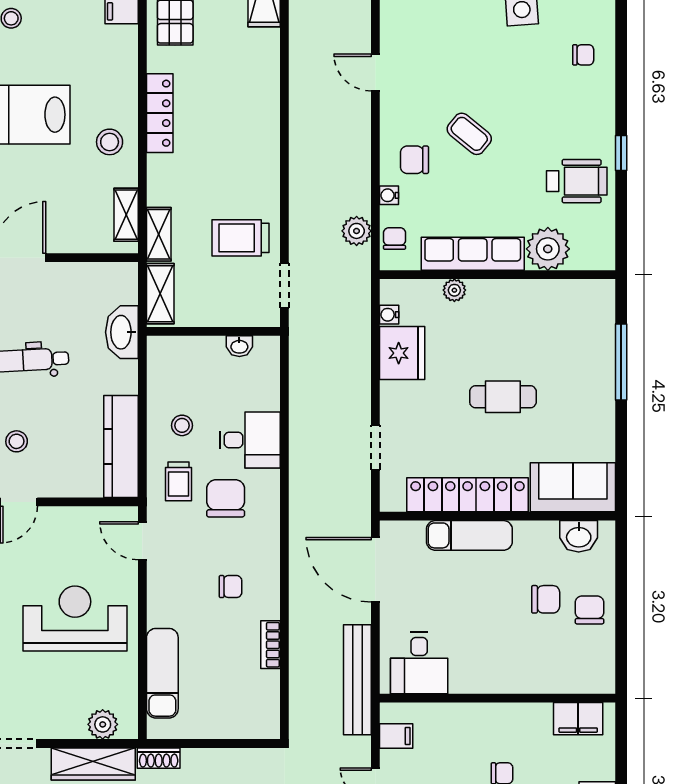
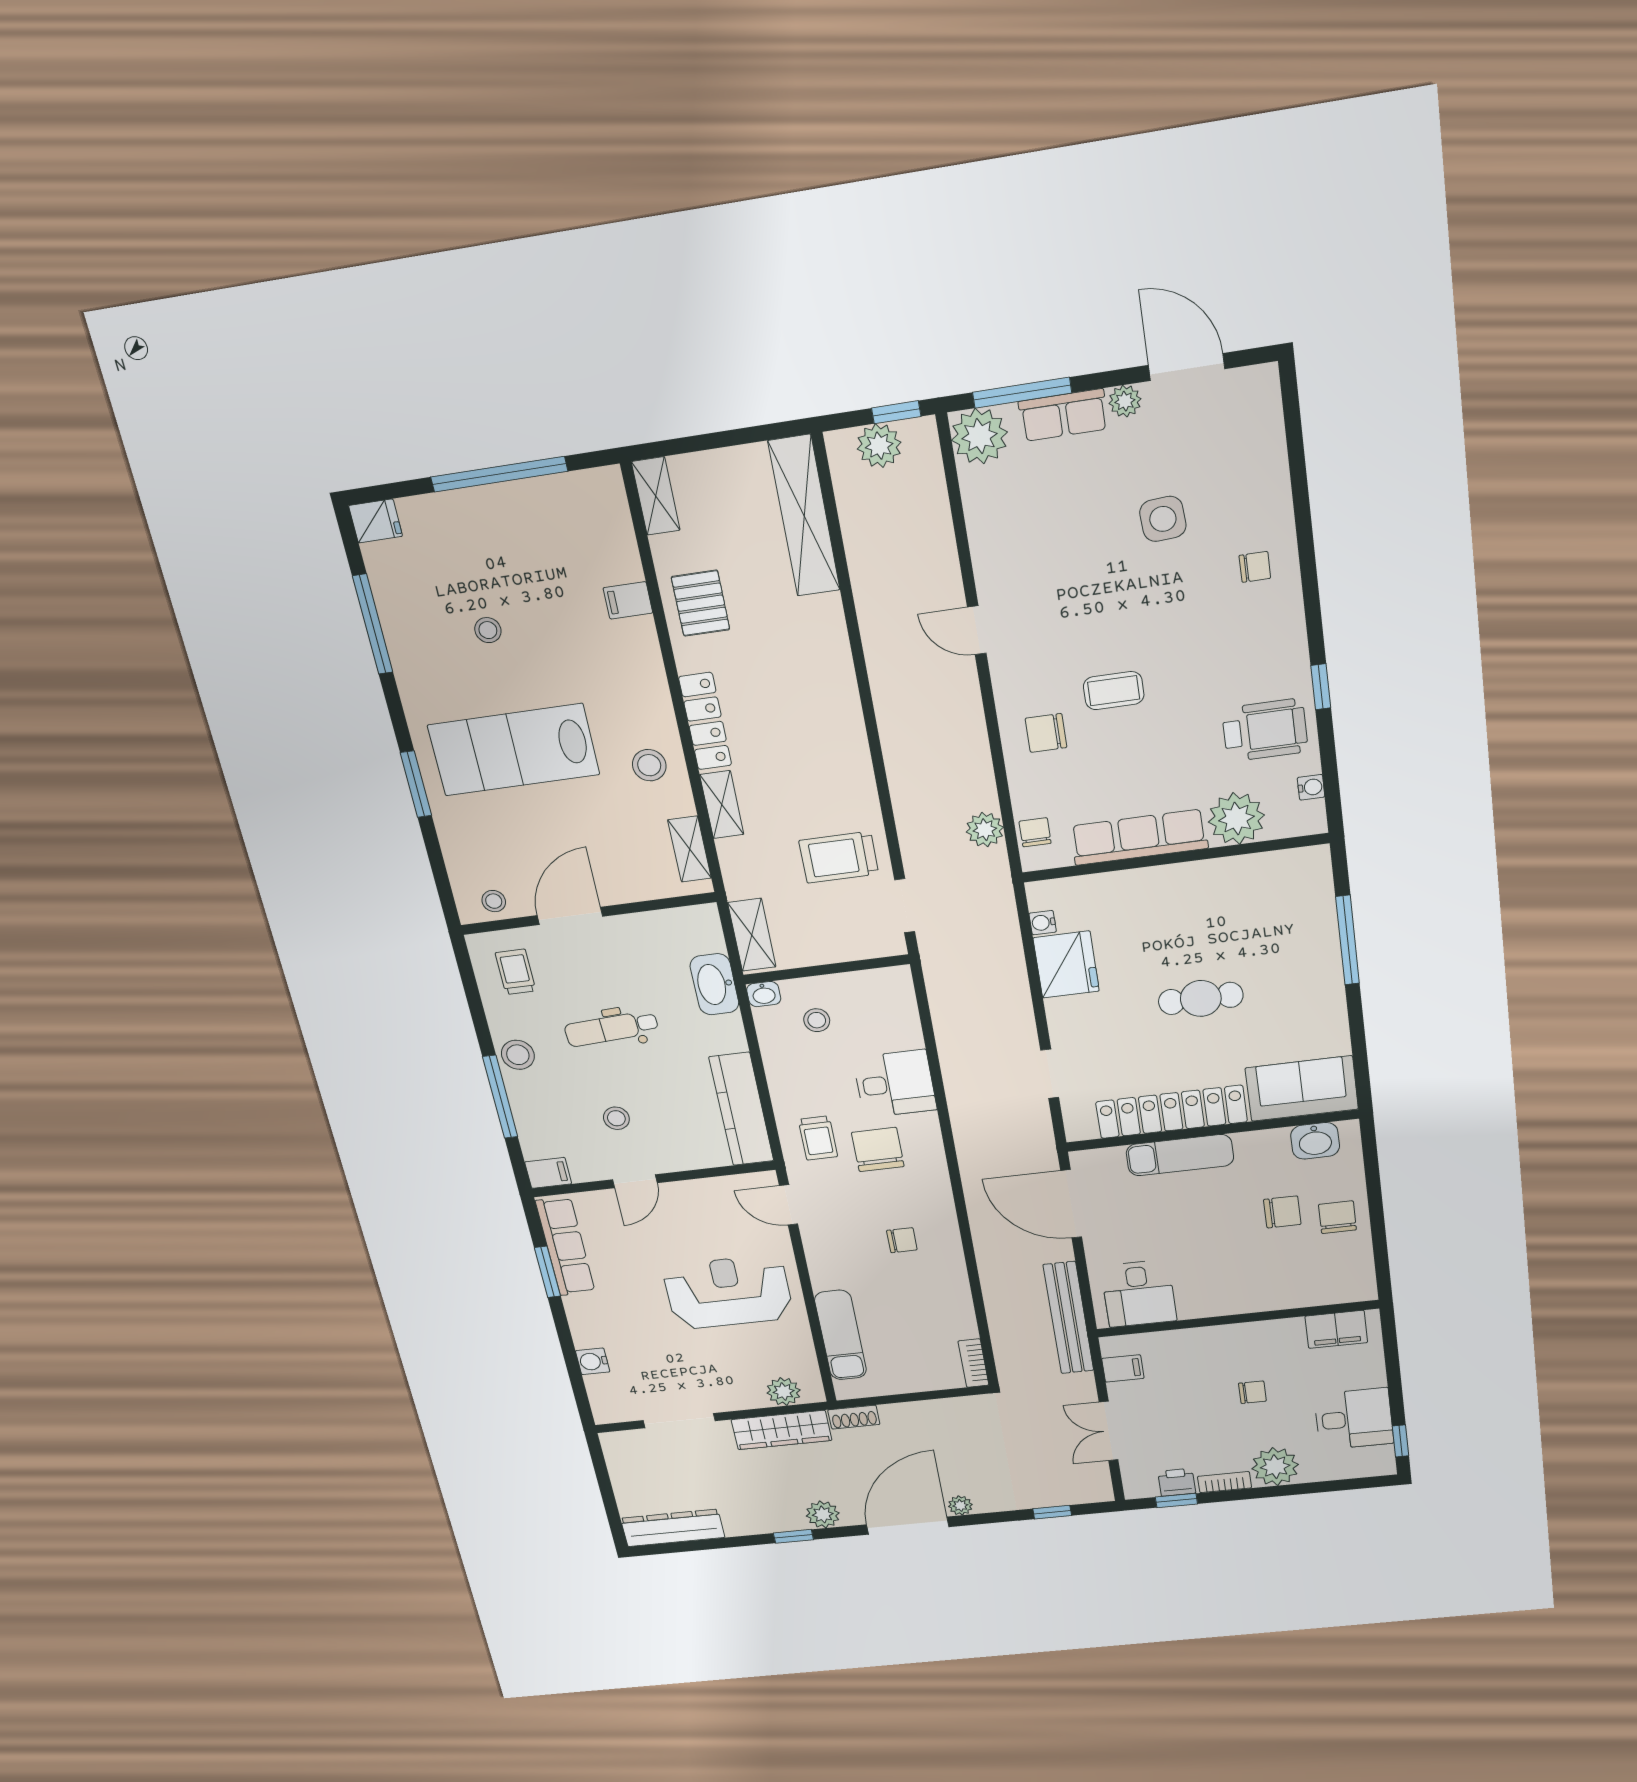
coffee table: (469, 134) -> (1114, 691), turned -39
water cooler: (389, 195) -> (1311, 787), moved, turned 180
shelving: (159, 234) -> (722, 805), moved
plant: (454, 290) -> (1122, 883), removed
washbasin: (239, 346) -> (764, 994), moved
stool: (182, 425) -> (817, 1020), moved
bookcase: (271, 645) -> (973, 1363), moved

